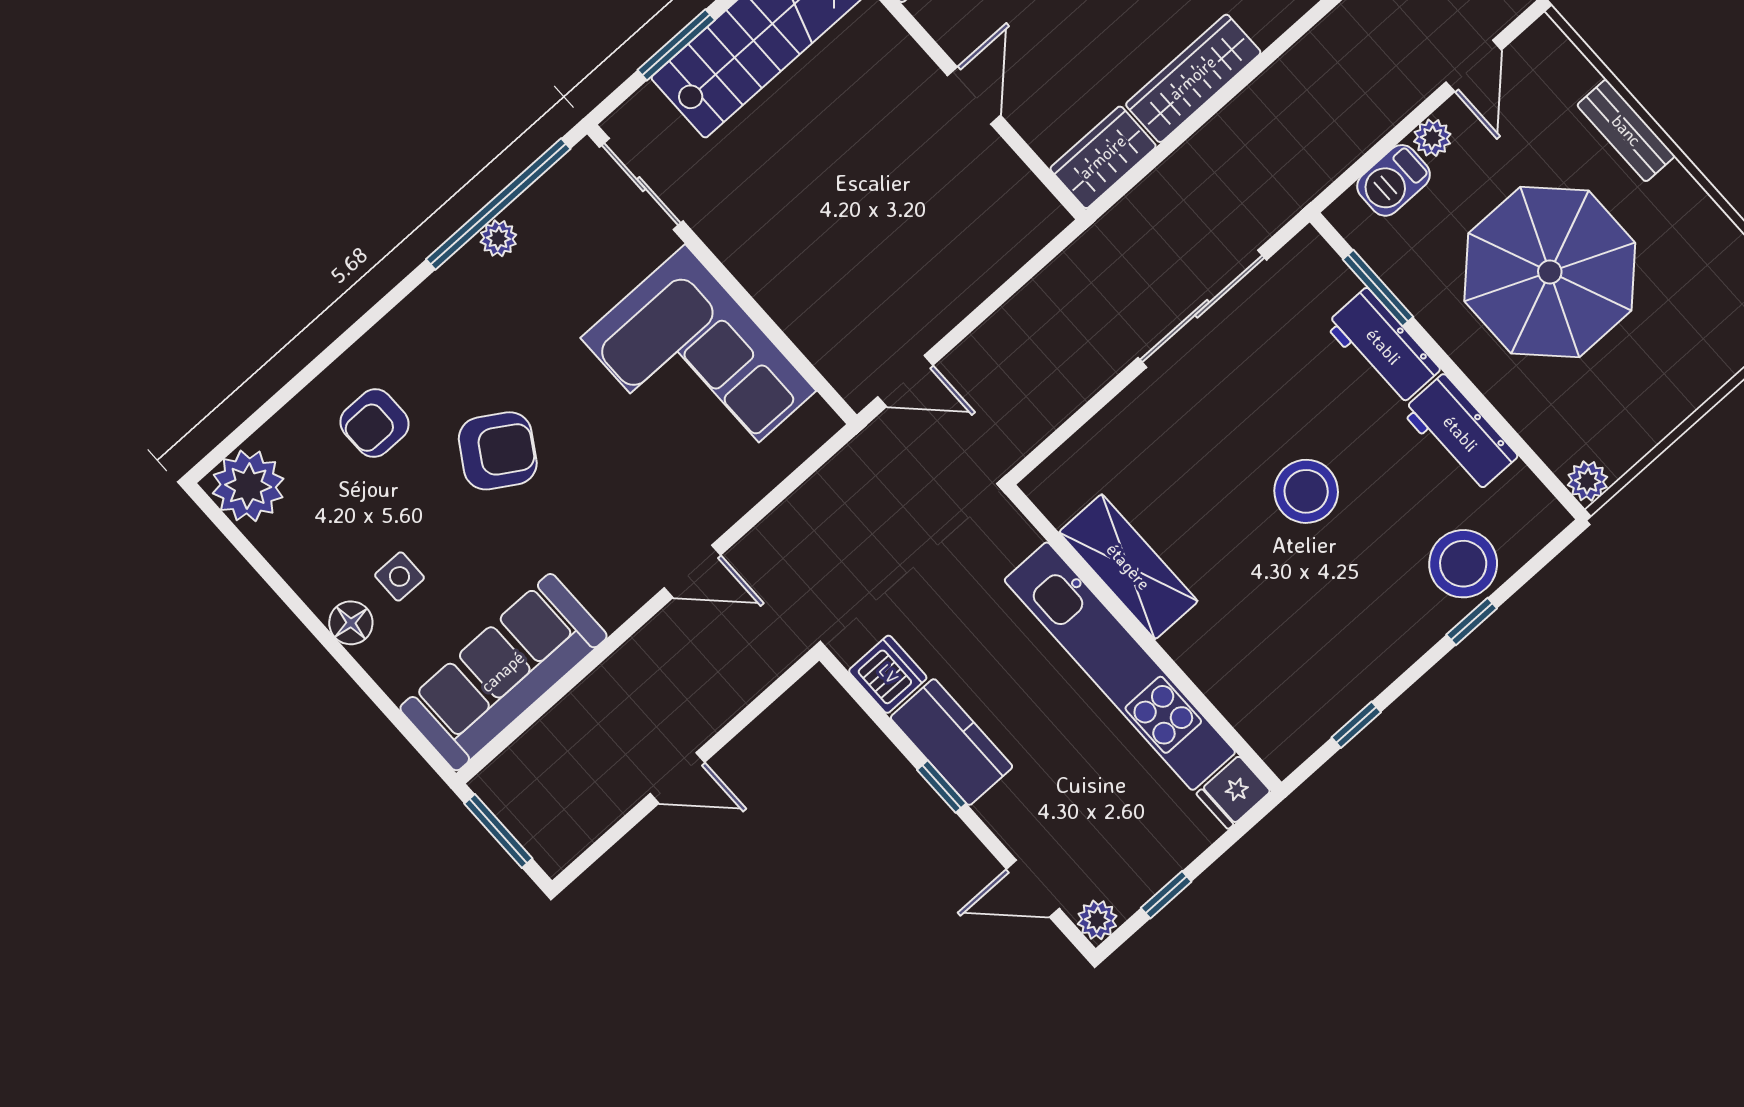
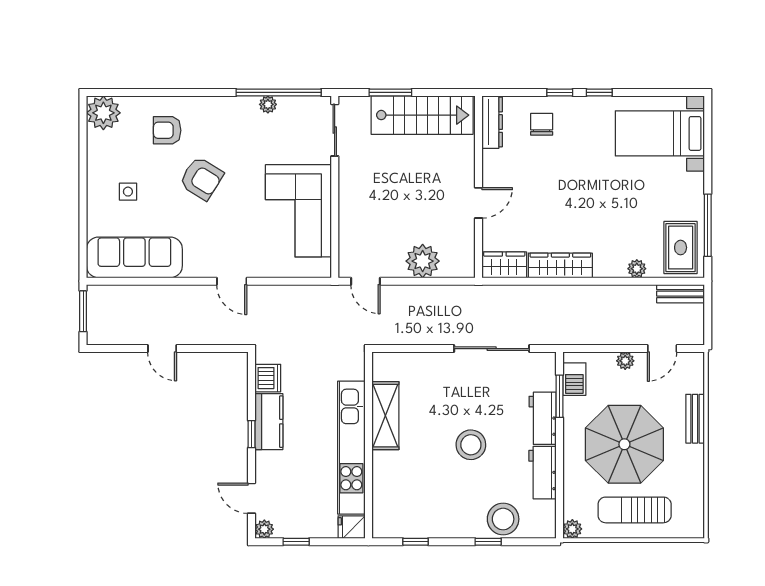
barbecue: (1393, 180) -> (574, 379), moved, turned -90
plant: (968, 268) -> (423, 261), added
sun lounger: (1660, 362) -> (635, 510), added
floor lamp: (351, 623) -> (97, 193), removed

